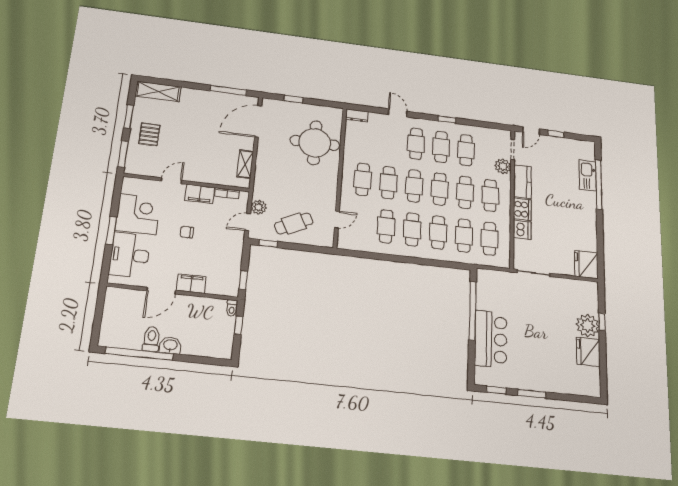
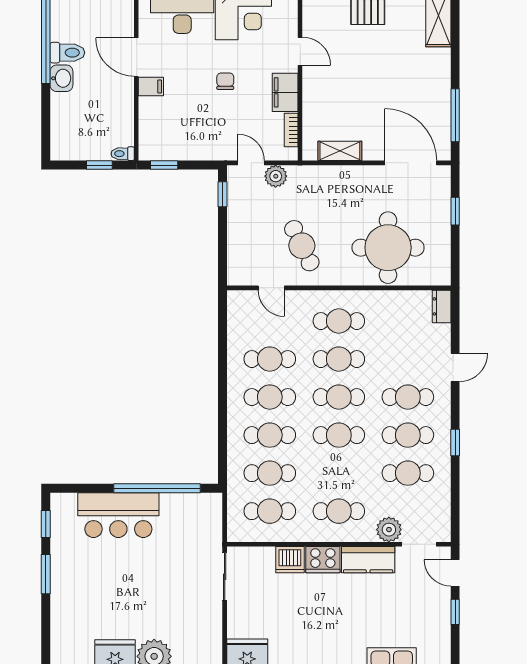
cafe table: (465, 192) -> (339, 473), removed
cafe table: (294, 224) -> (302, 246), moved
filing cabinet: (191, 284) -> (151, 86), width x0.50

